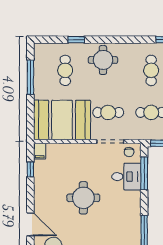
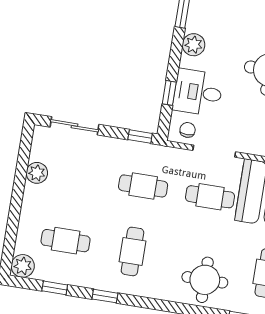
window: (144, 173) -> (169, 93), width x0.46
plant: (134, 206) -> (194, 45), added

